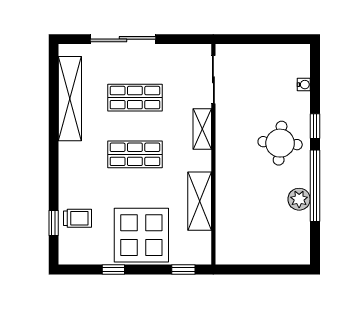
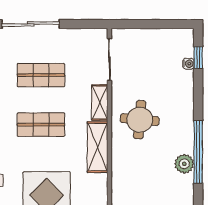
window: (315, 126) -> (198, 58), moved
round table: (280, 143) -> (140, 120), moved
shelving: (200, 201) -> (98, 147), moved

